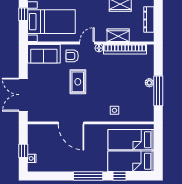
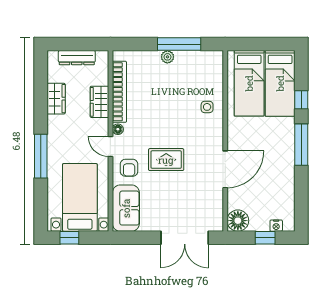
floor lamp: (35, 132) -> (238, 221), added

